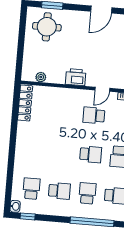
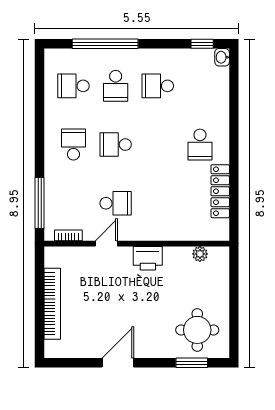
locker: (25, 103) -> (220, 191), moved
school desk: (31, 189) -> (200, 145), moved

